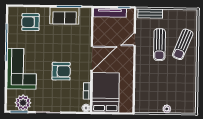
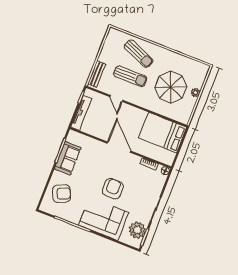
armchair: (30, 22) -> (62, 194), turned -114
armchair: (61, 71) -> (113, 189), moved
parasol: (163, 85) -> (171, 87), added
bed: (106, 92) -> (163, 133), moved

